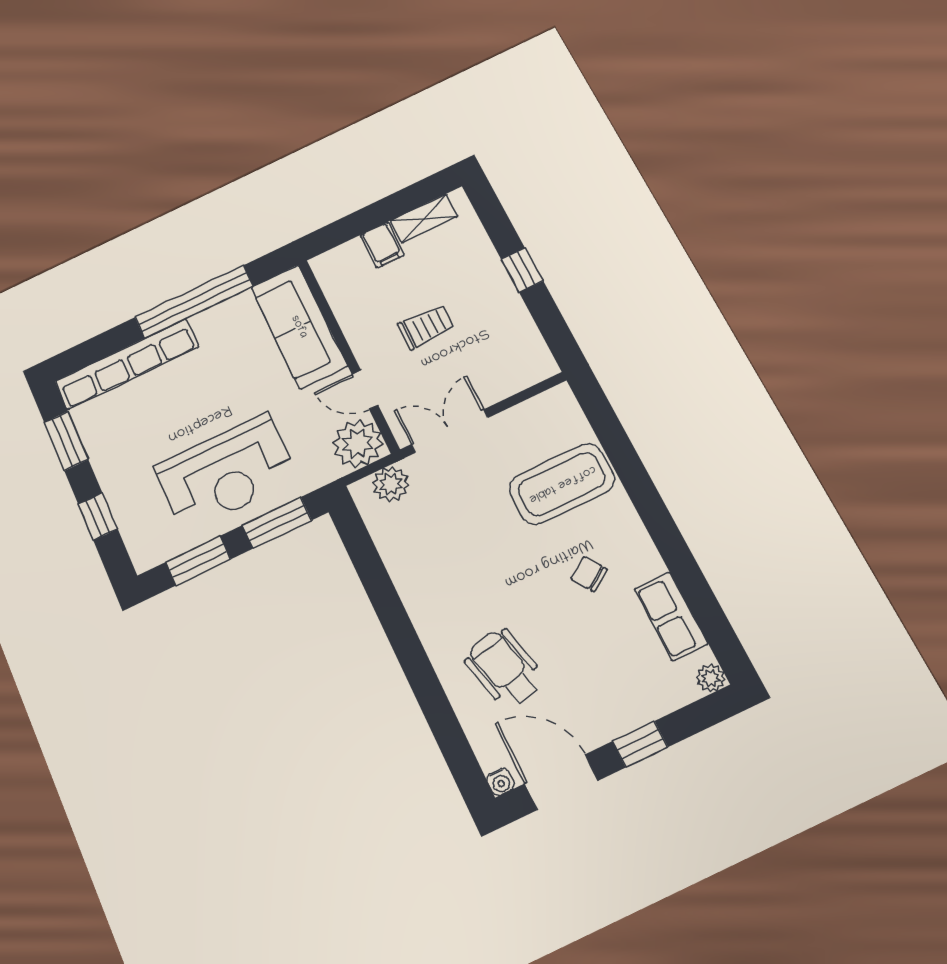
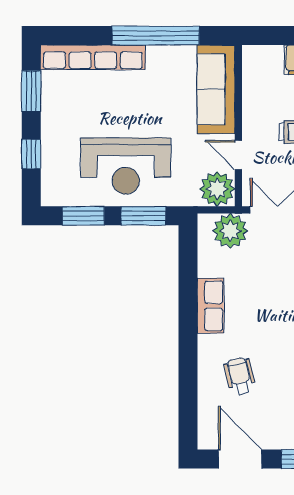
plant: (391, 484) -> (230, 231), width x1.36, depth x1.36
row of seats: (420, 594) -> (211, 306), added
wheelchair: (504, 668) -> (240, 376), width x0.73, depth x0.73
water cooler: (500, 782) -> (205, 442), removed

